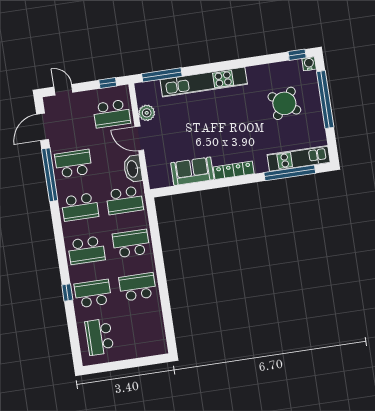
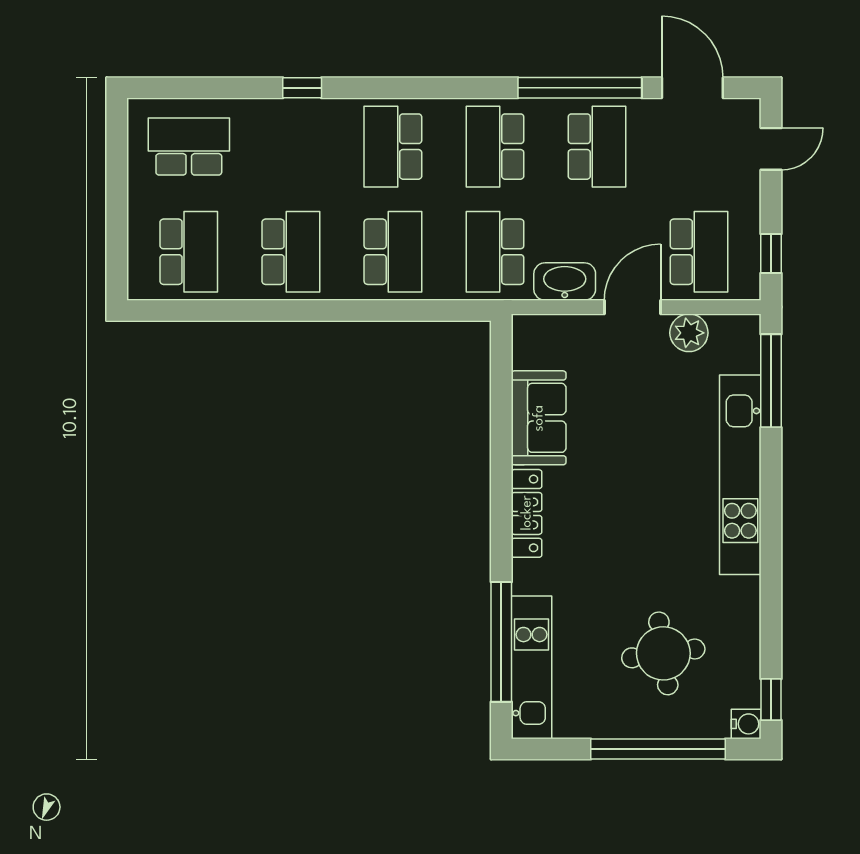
round table: (284, 103) -> (663, 653), turned 45
school desk: (112, 114) -> (699, 252), turned 180
school desk: (93, 294) -> (189, 252), moved

